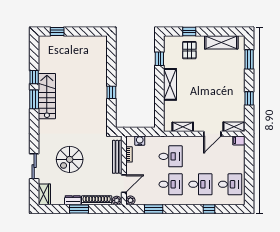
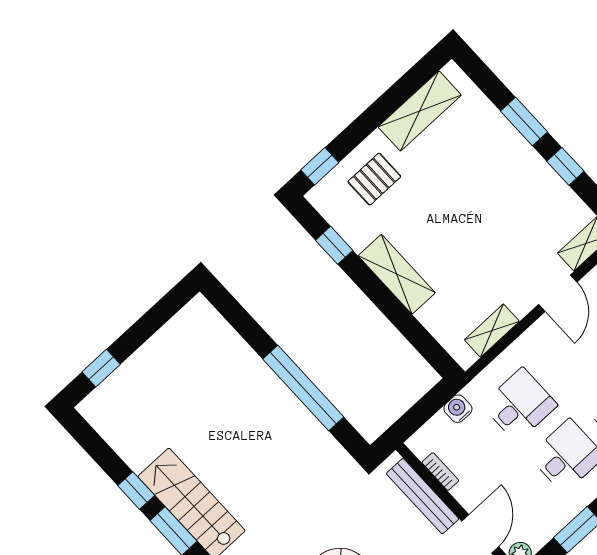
window: (189, 31) -> (320, 166), moved
pallet: (189, 50) -> (374, 179), turned 90
window: (249, 59) -> (524, 121), moved
window: (111, 92) -> (303, 388), width x3.17
water cooler: (140, 141) -> (458, 409), moved

